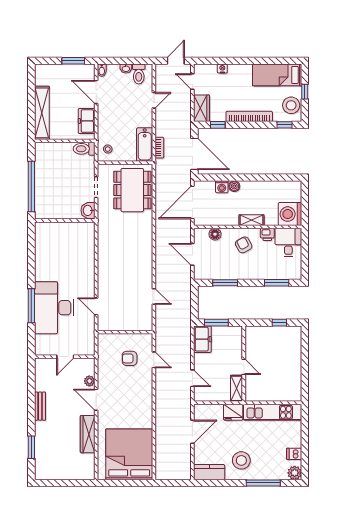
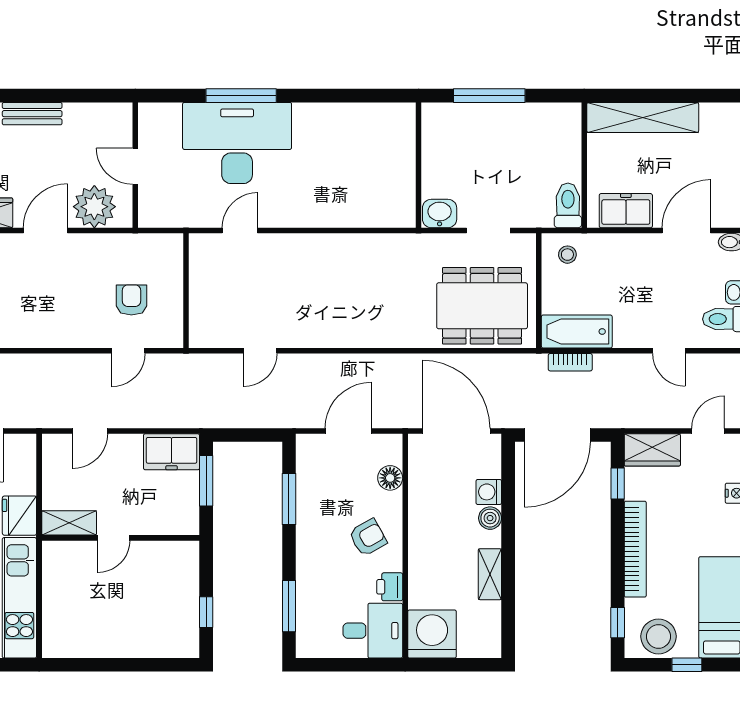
window: (31, 187) -> (489, 96), width x0.68
shelving: (251, 220) -> (490, 574), moved
plant: (89, 381) -> (94, 207), width x1.88, depth x1.88

